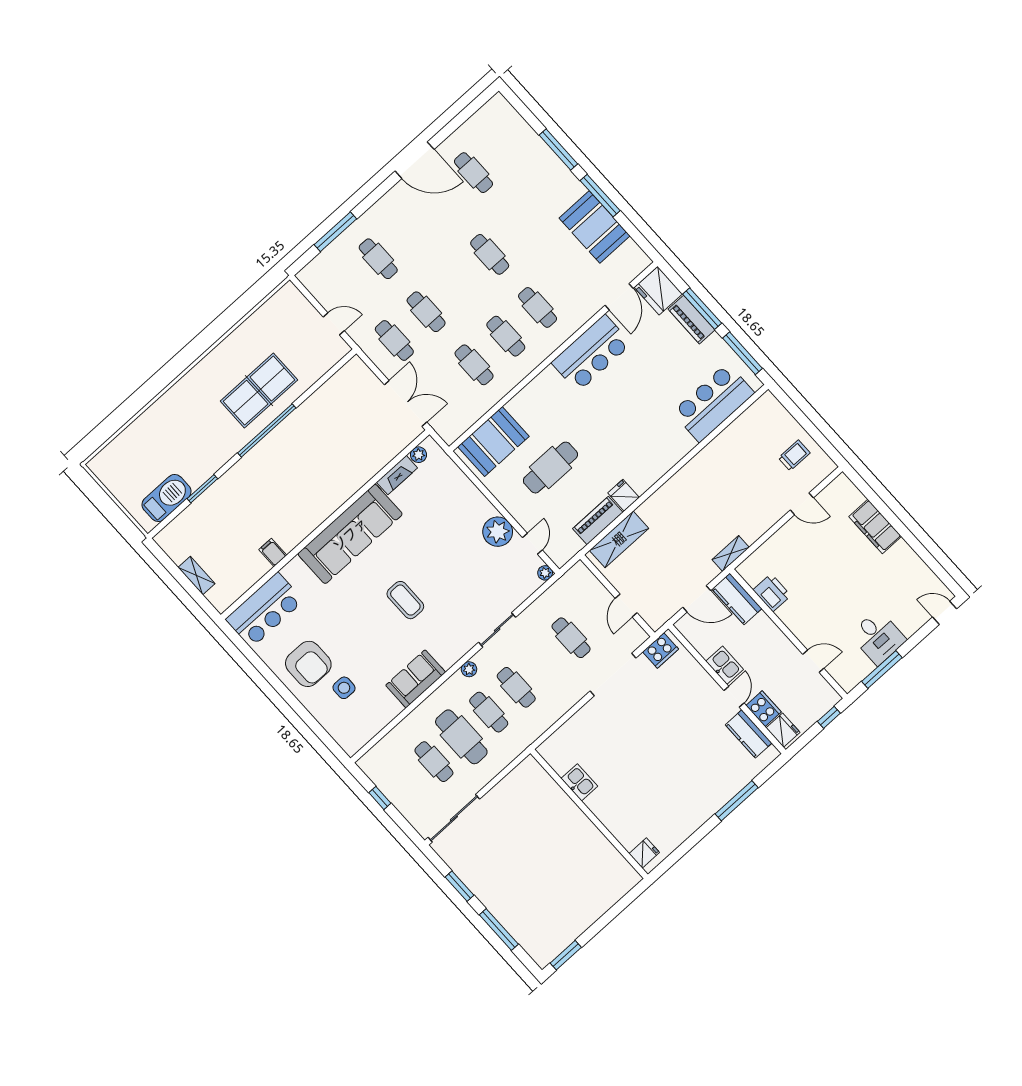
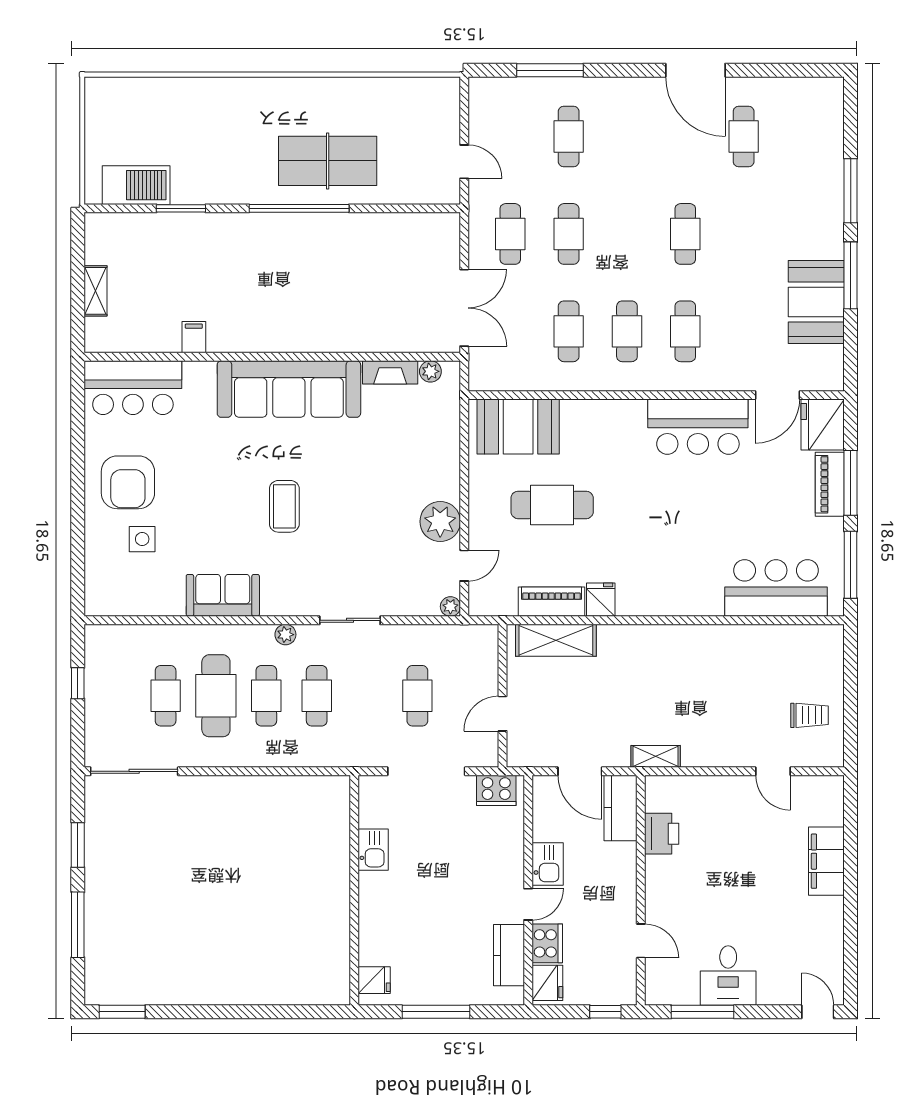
kitchen sink: (579, 782) -> (373, 850), moved
wall: (589, 814) -> (354, 890), moved
fridge: (644, 853) -> (374, 980), moved

